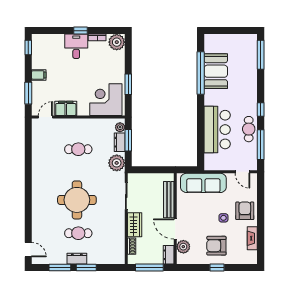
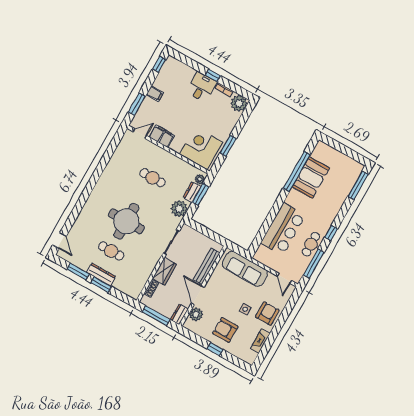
dresser: (77, 259) -> (101, 274), width x1.44

